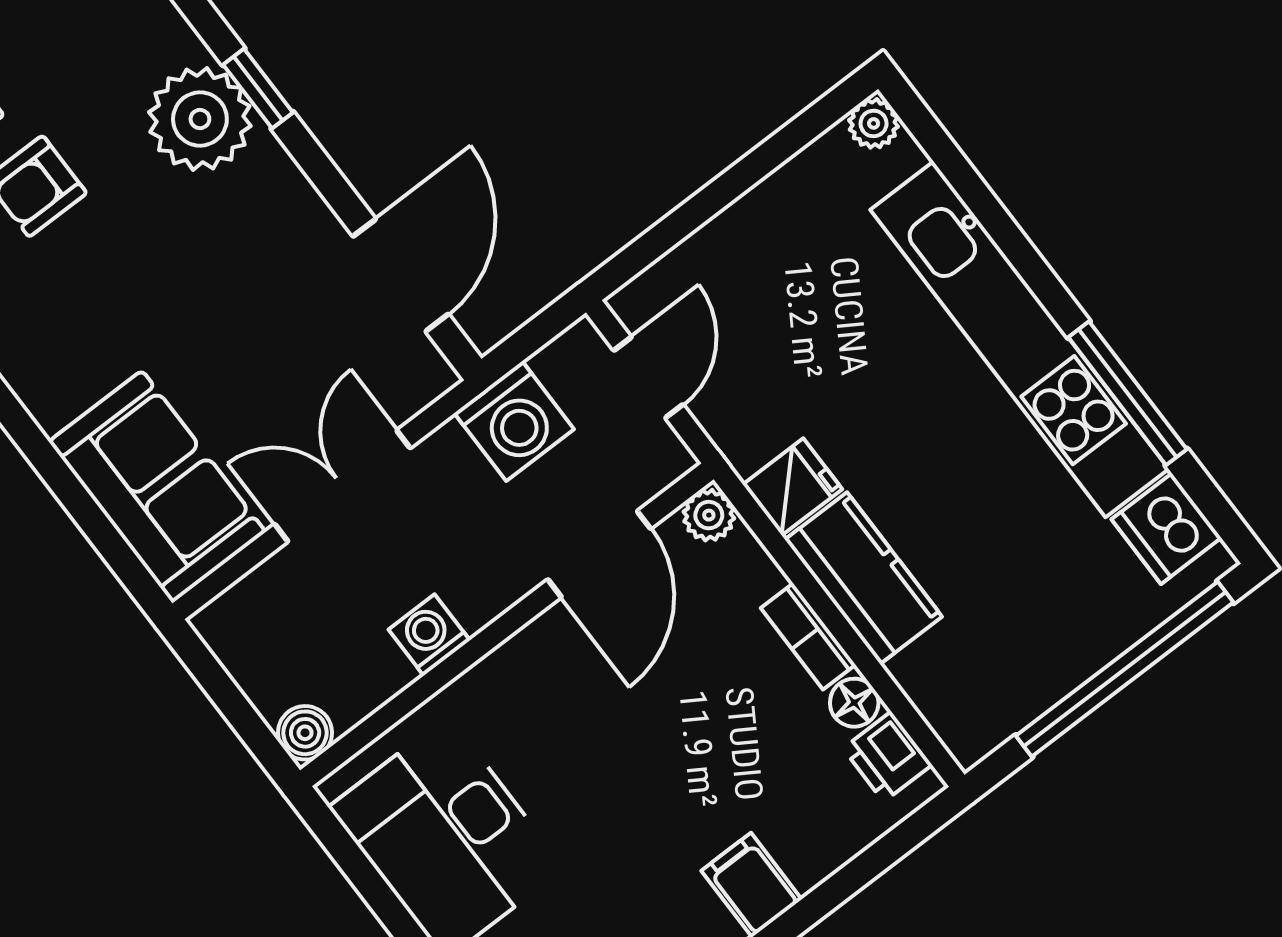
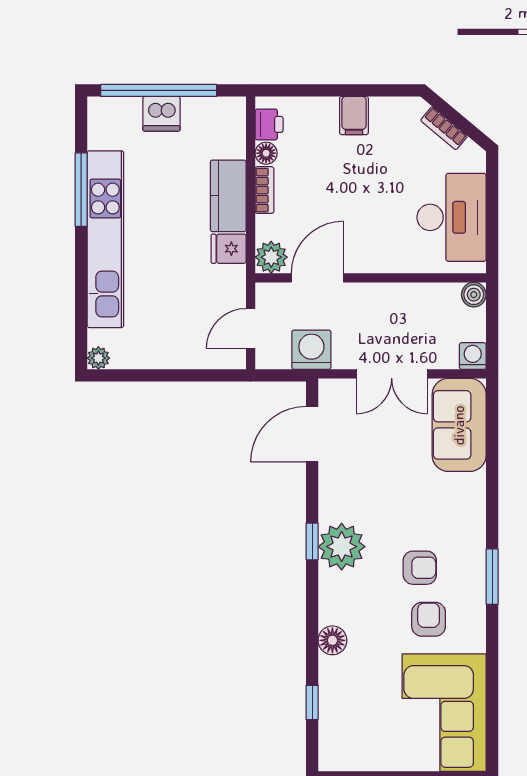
plant: (709, 515) -> (271, 257), width x1.38, depth x1.38
dishwasher: (1166, 529) -> (161, 114), moved, turned 90
washing machine: (429, 635) -> (473, 356), moved, turned 180

